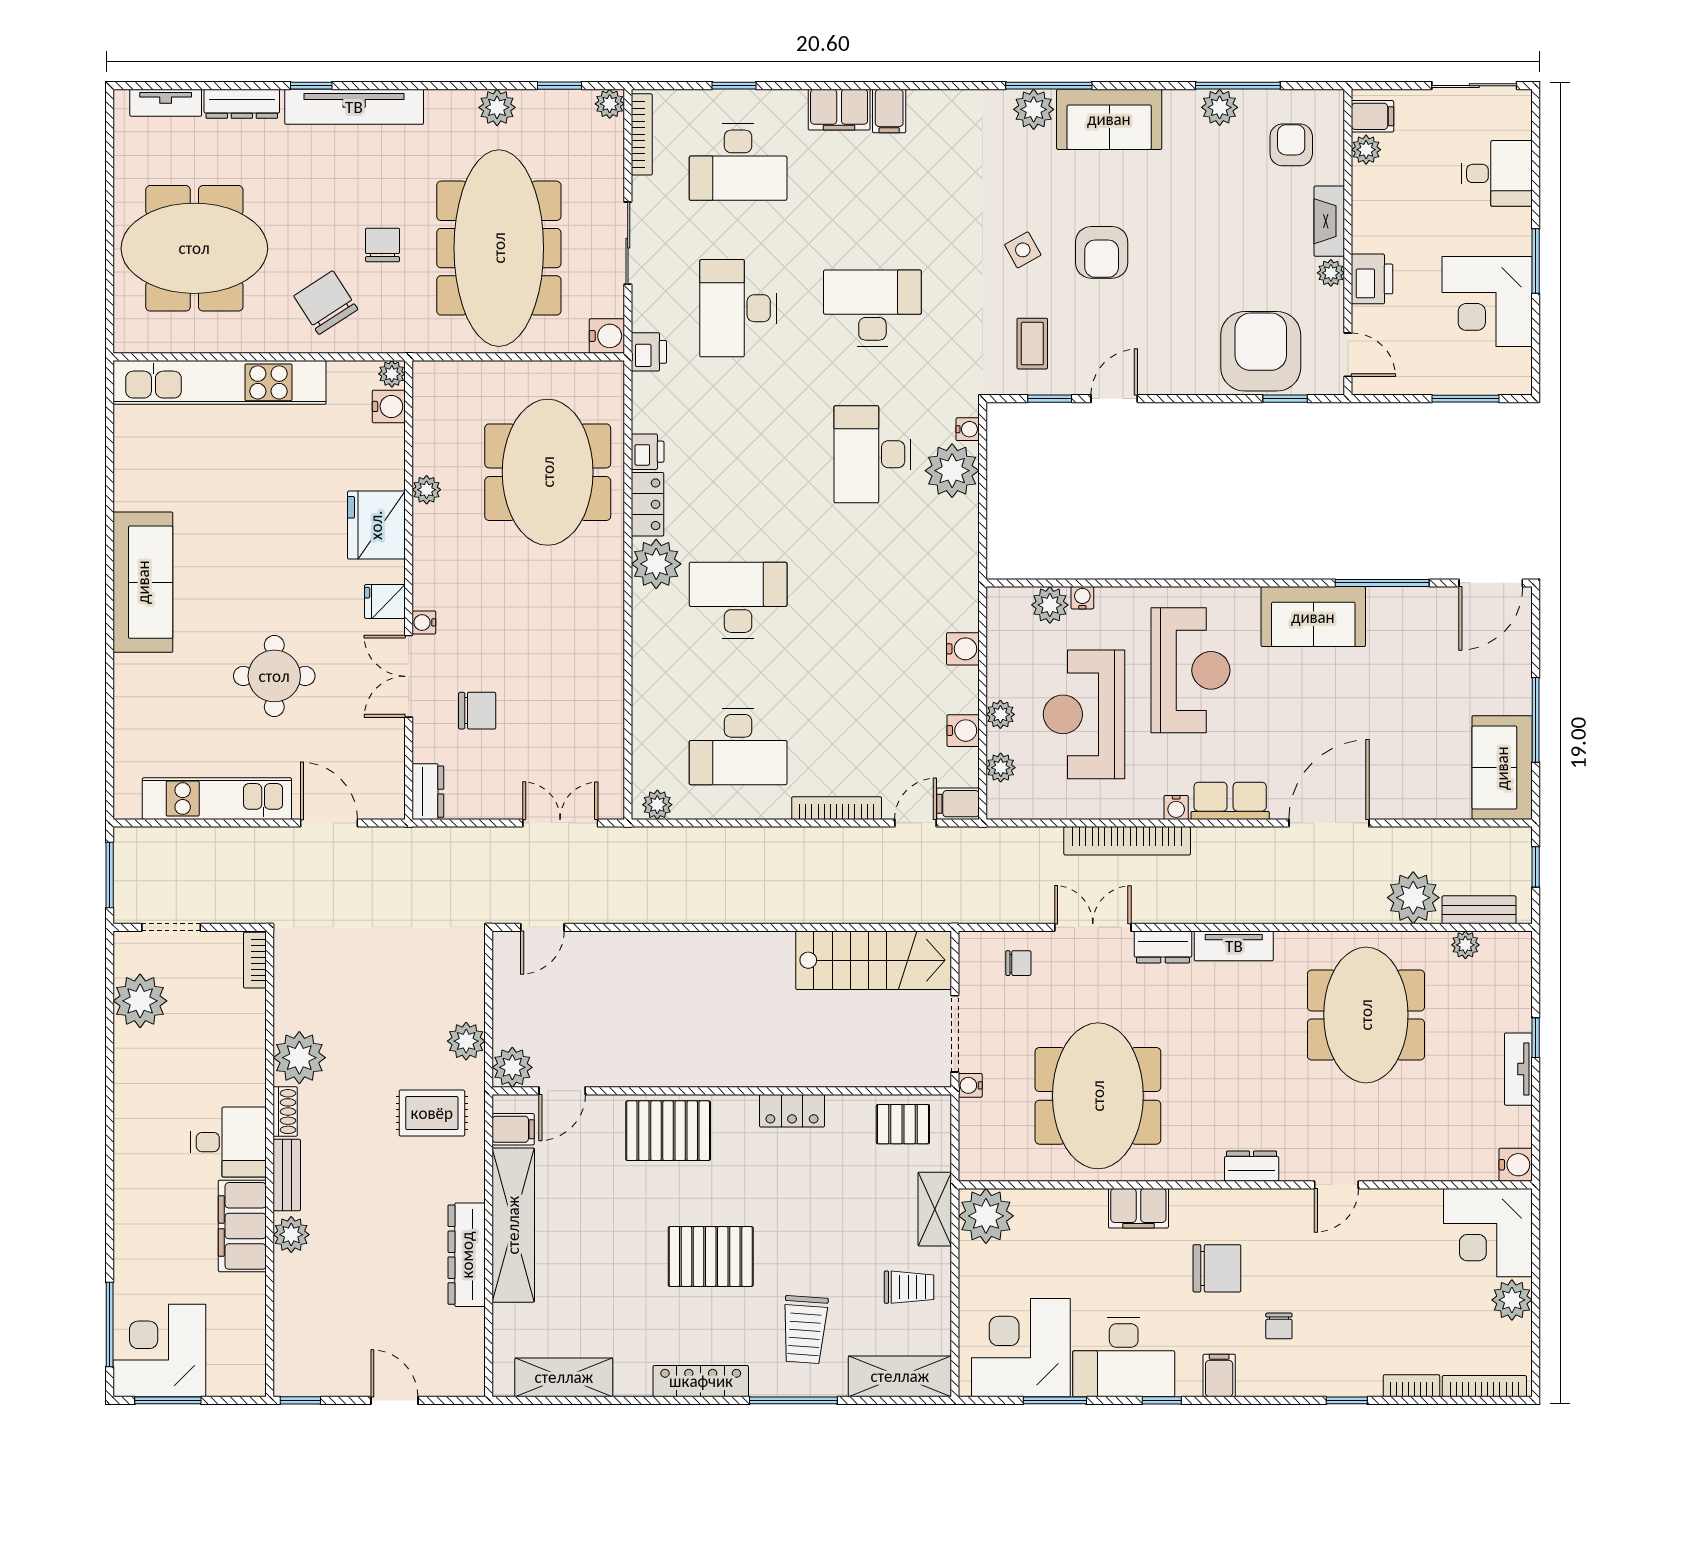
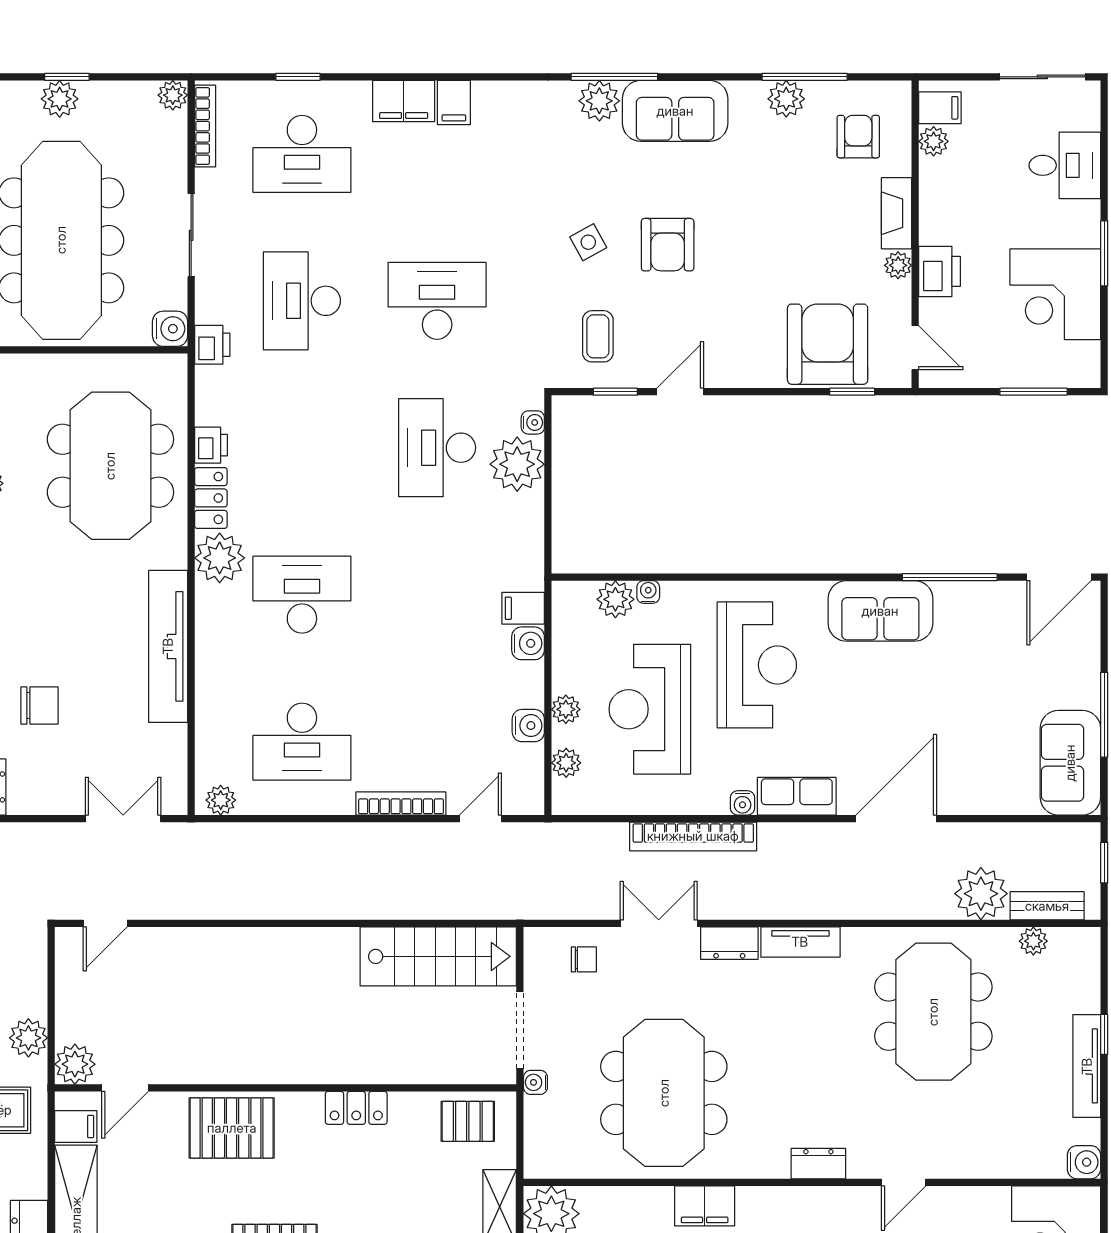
window: (559, 86) -> (67, 77), moved
tv unit: (605, 652) -> (168, 646), added
filing cabinet: (958, 804) -> (523, 608), moved
tv unit: (1518, 1069) -> (1087, 1066), width x1.41

